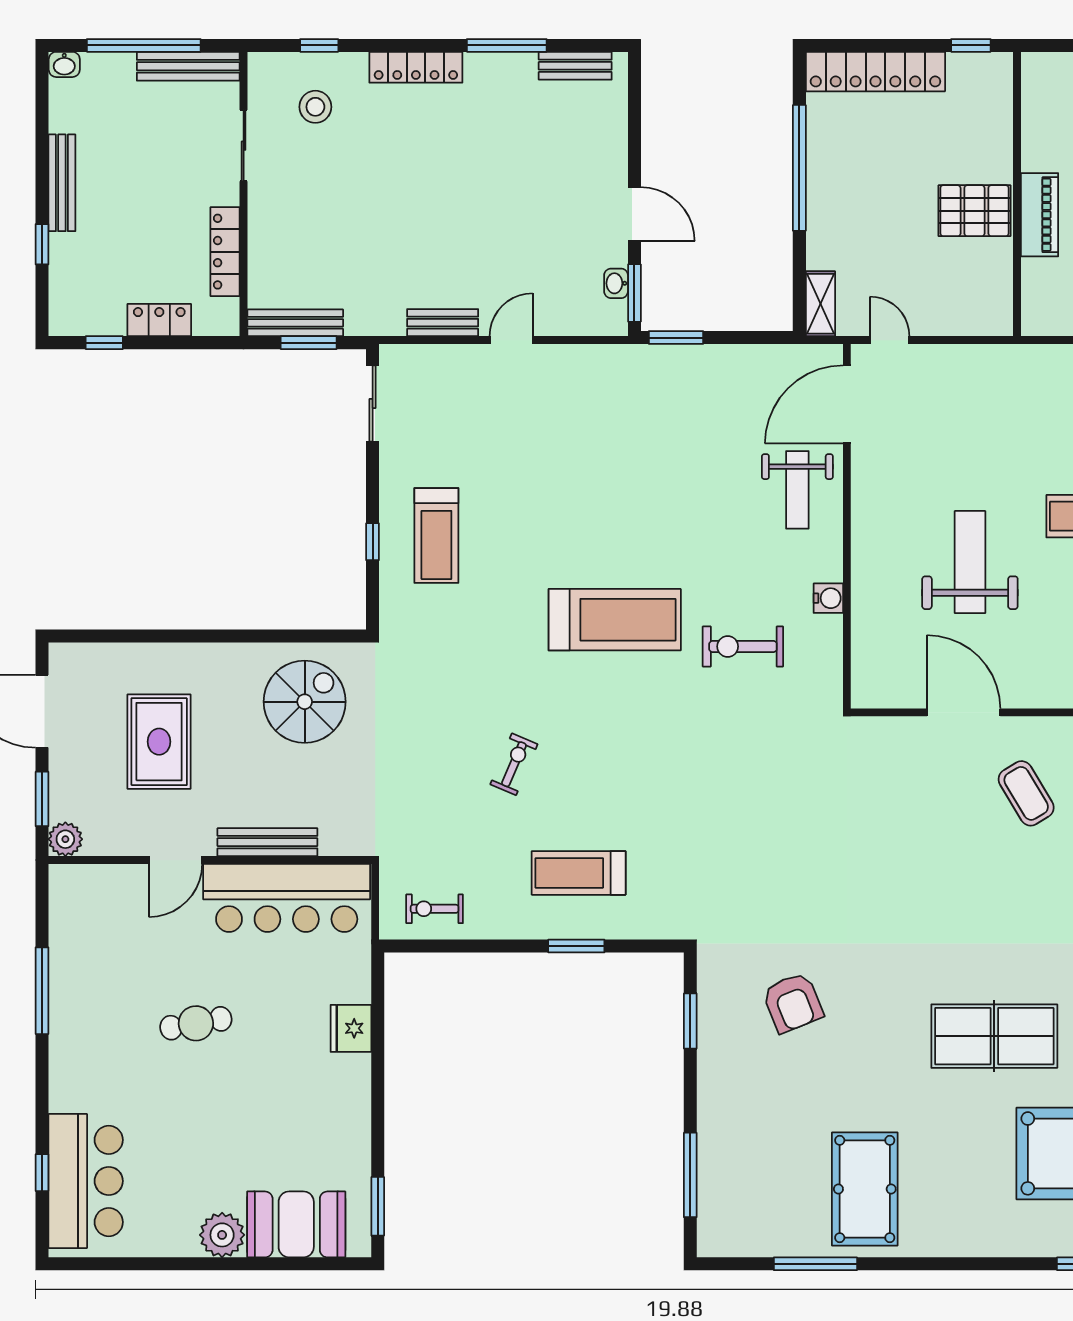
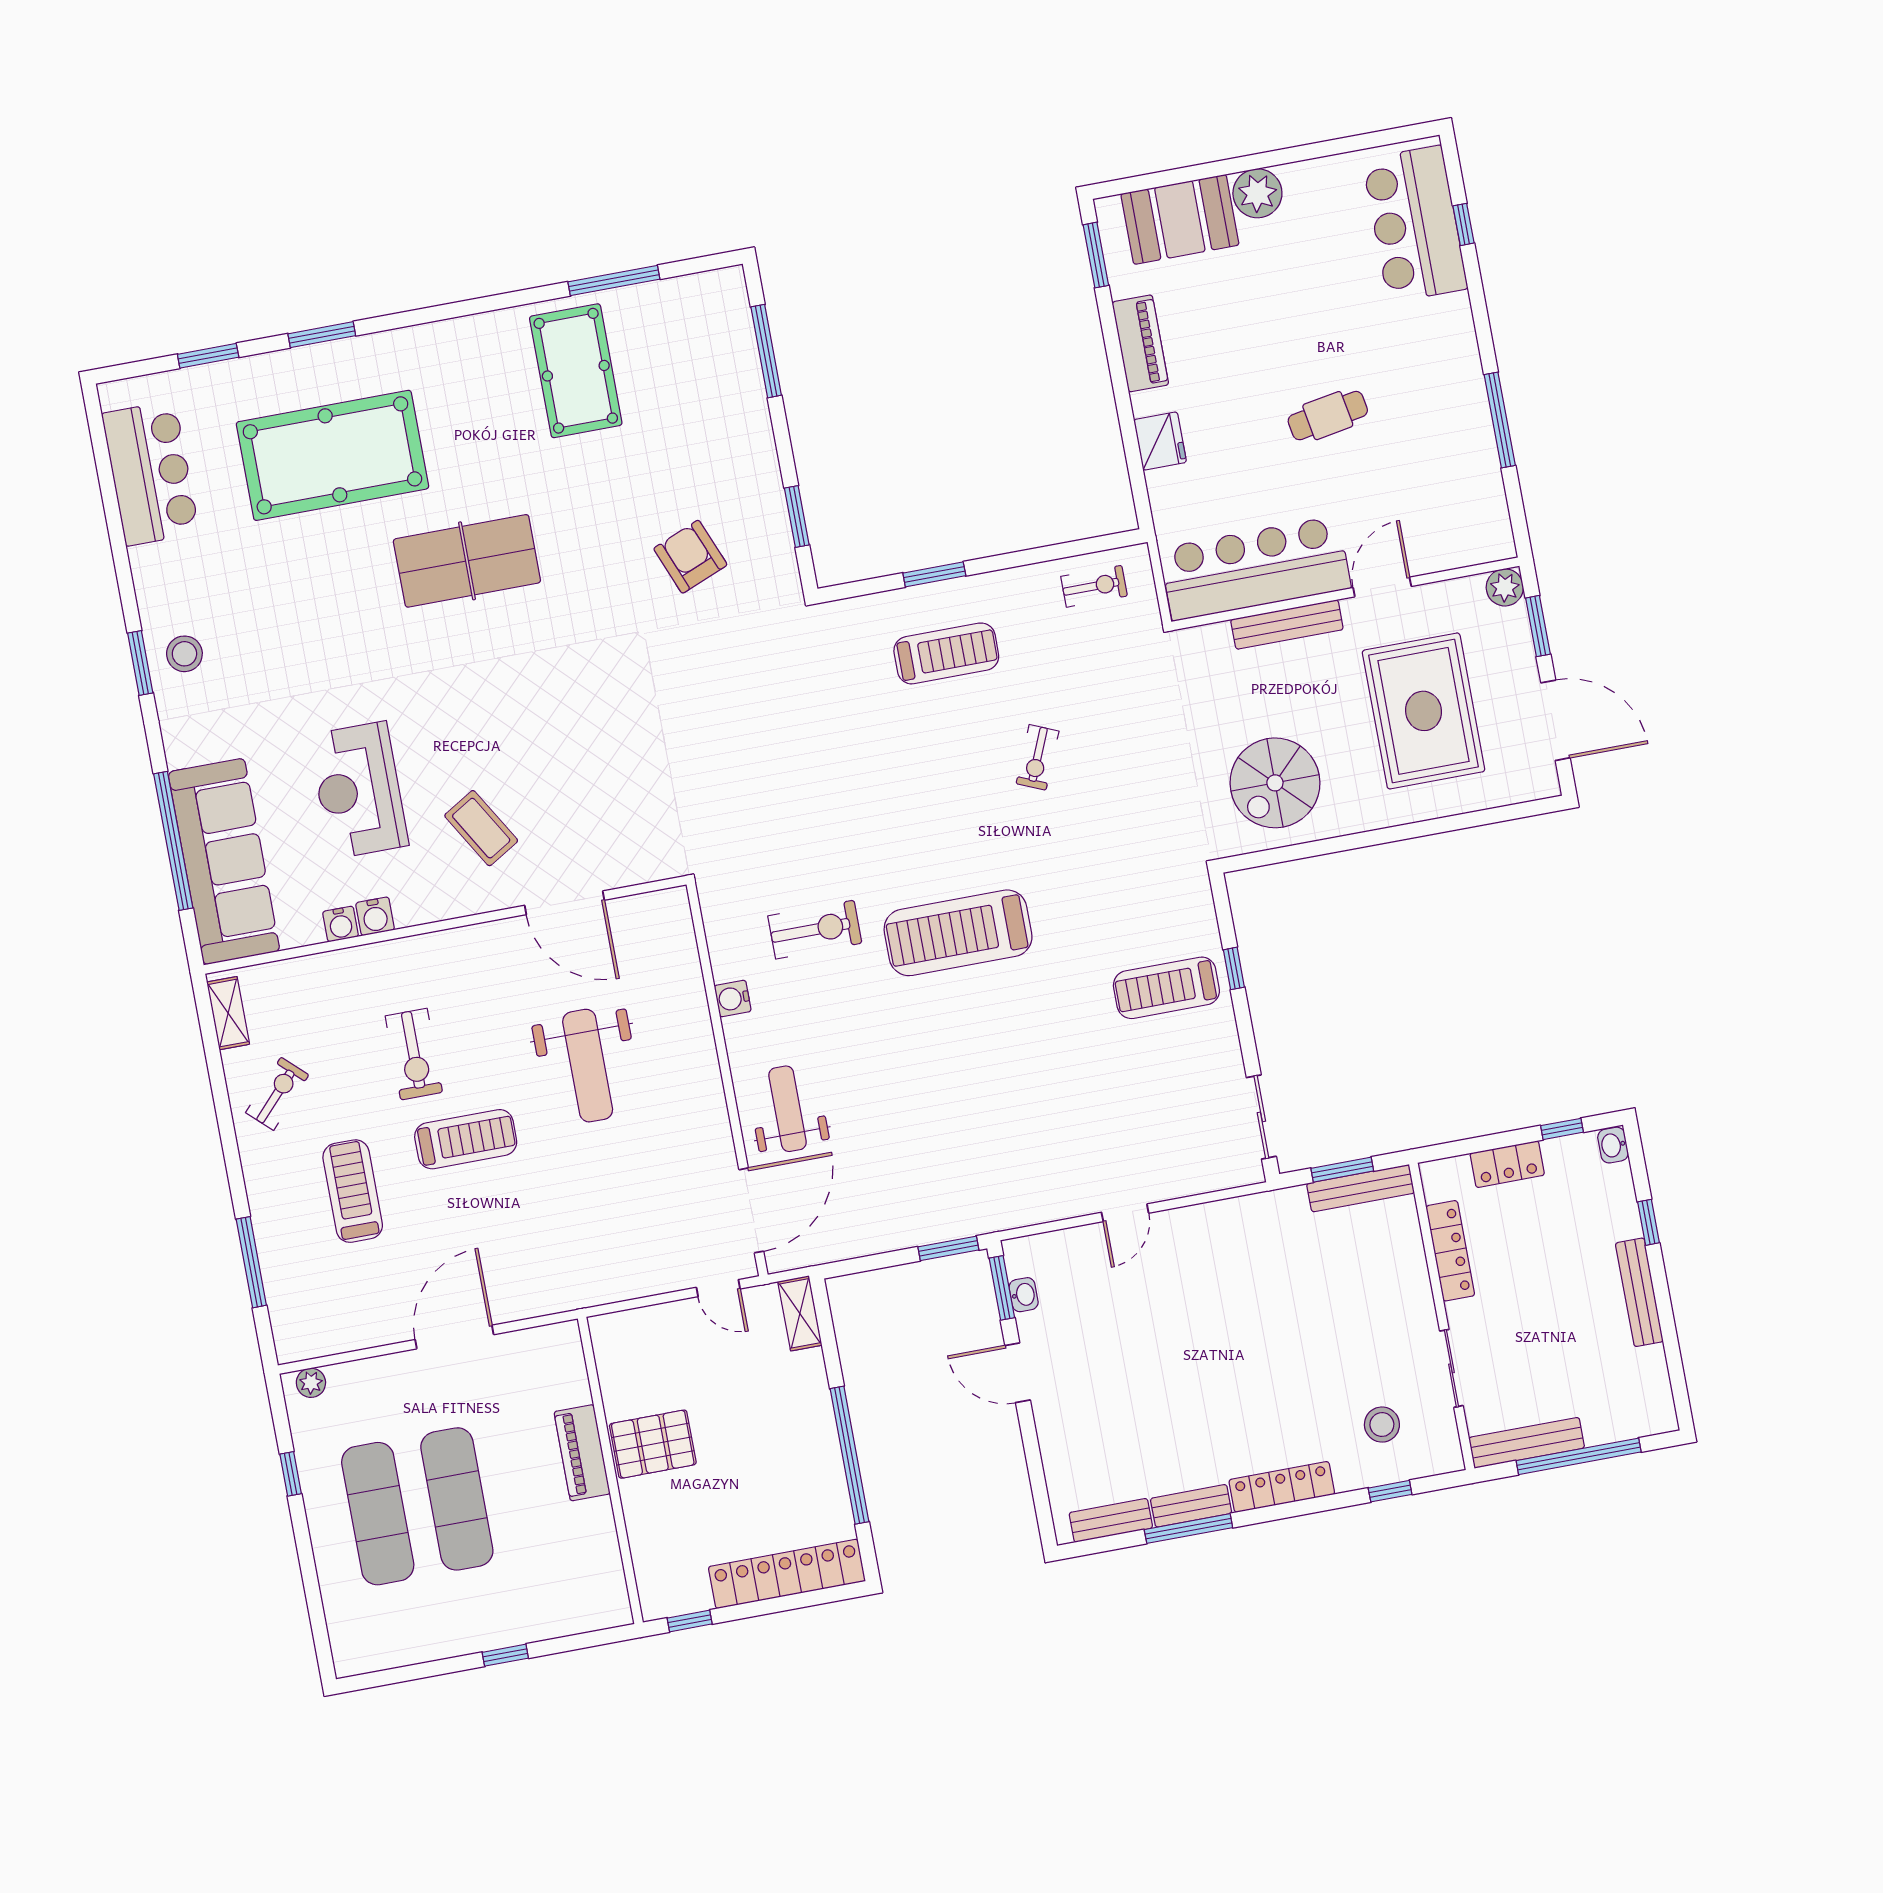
washbasin: (64, 64) -> (1613, 1145), moved, turned -90
bench: (443, 323) -> (1191, 1506), moved
treadmill: (436, 535) -> (1166, 988), turned -90
rug: (159, 742) -> (1424, 711), width x1.37, depth x1.44
piano: (352, 1119) -> (1140, 343), added

